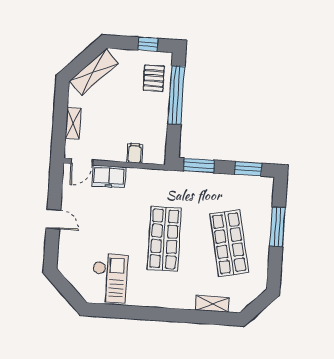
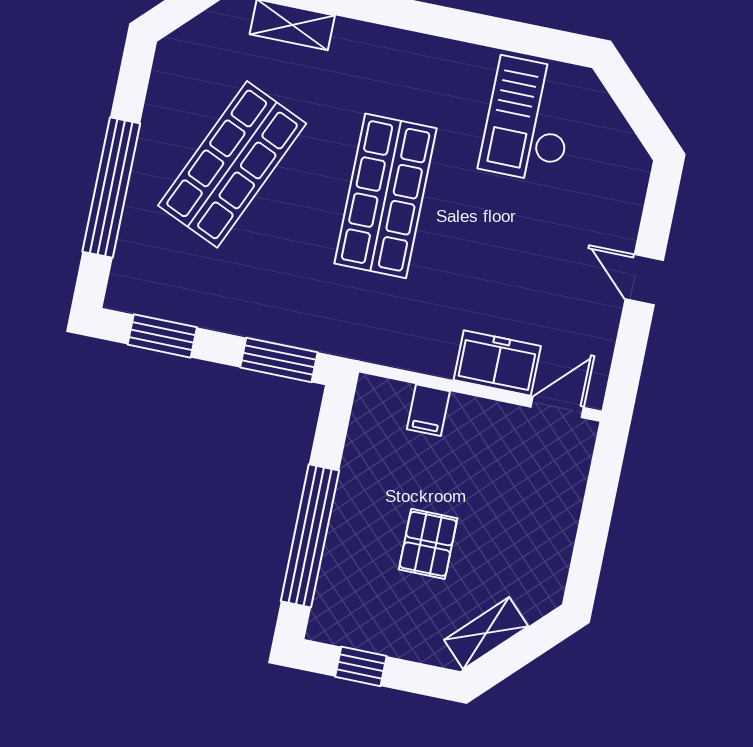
shelving: (94, 72) -> (486, 633), width x0.67, depth x0.75
pallet: (154, 78) -> (428, 544), moved
shelving: (73, 123) -> (566, 502), removed
window: (277, 227) -> (111, 188), width x1.46
shop shelf: (229, 243) -> (232, 164), turned 36

